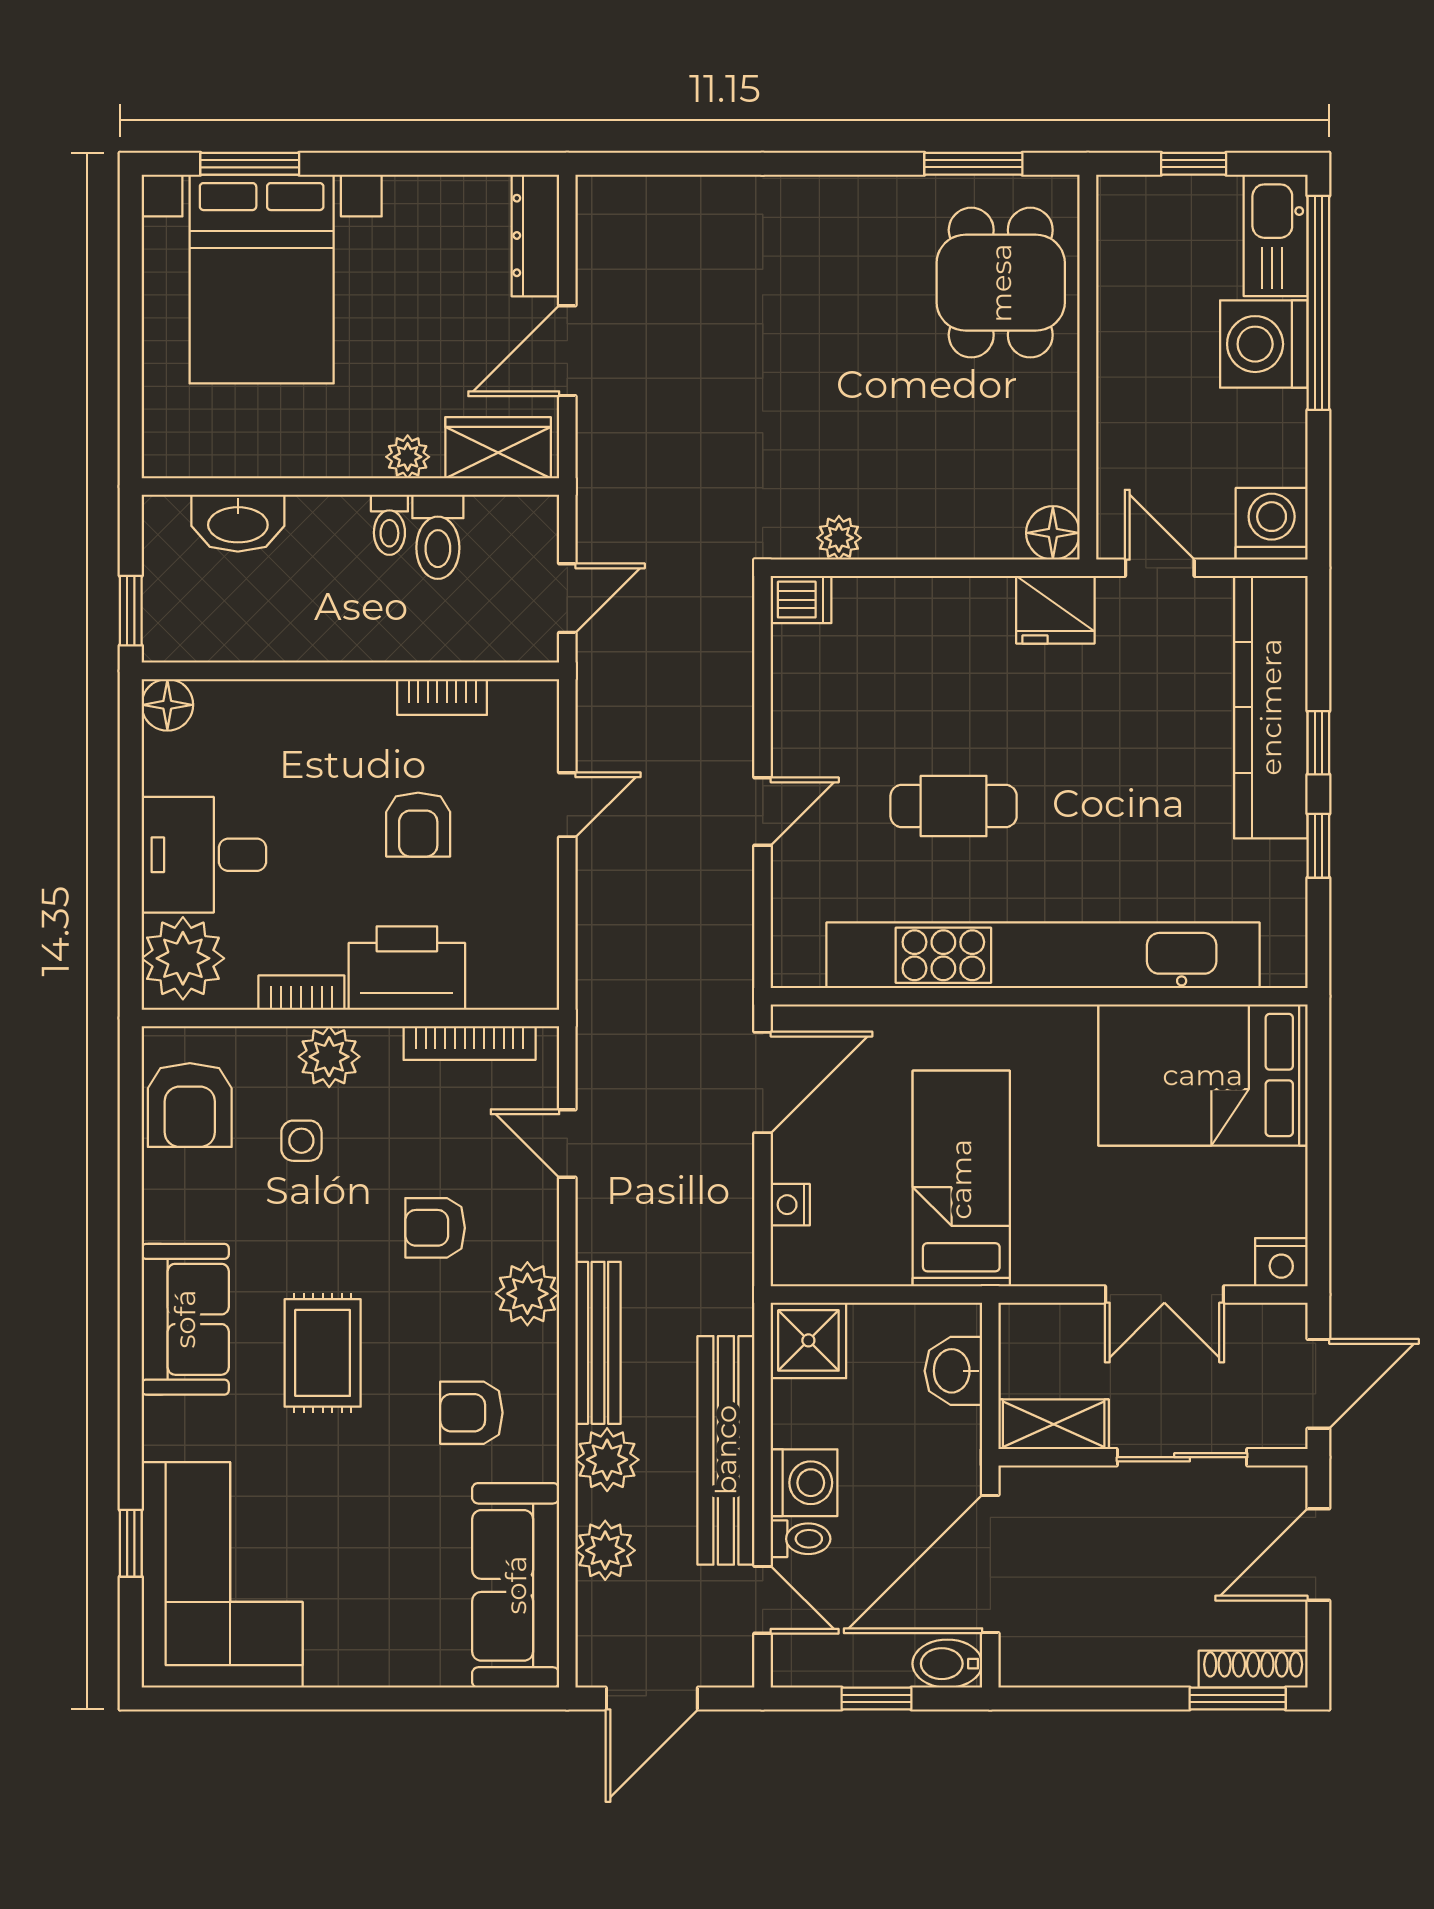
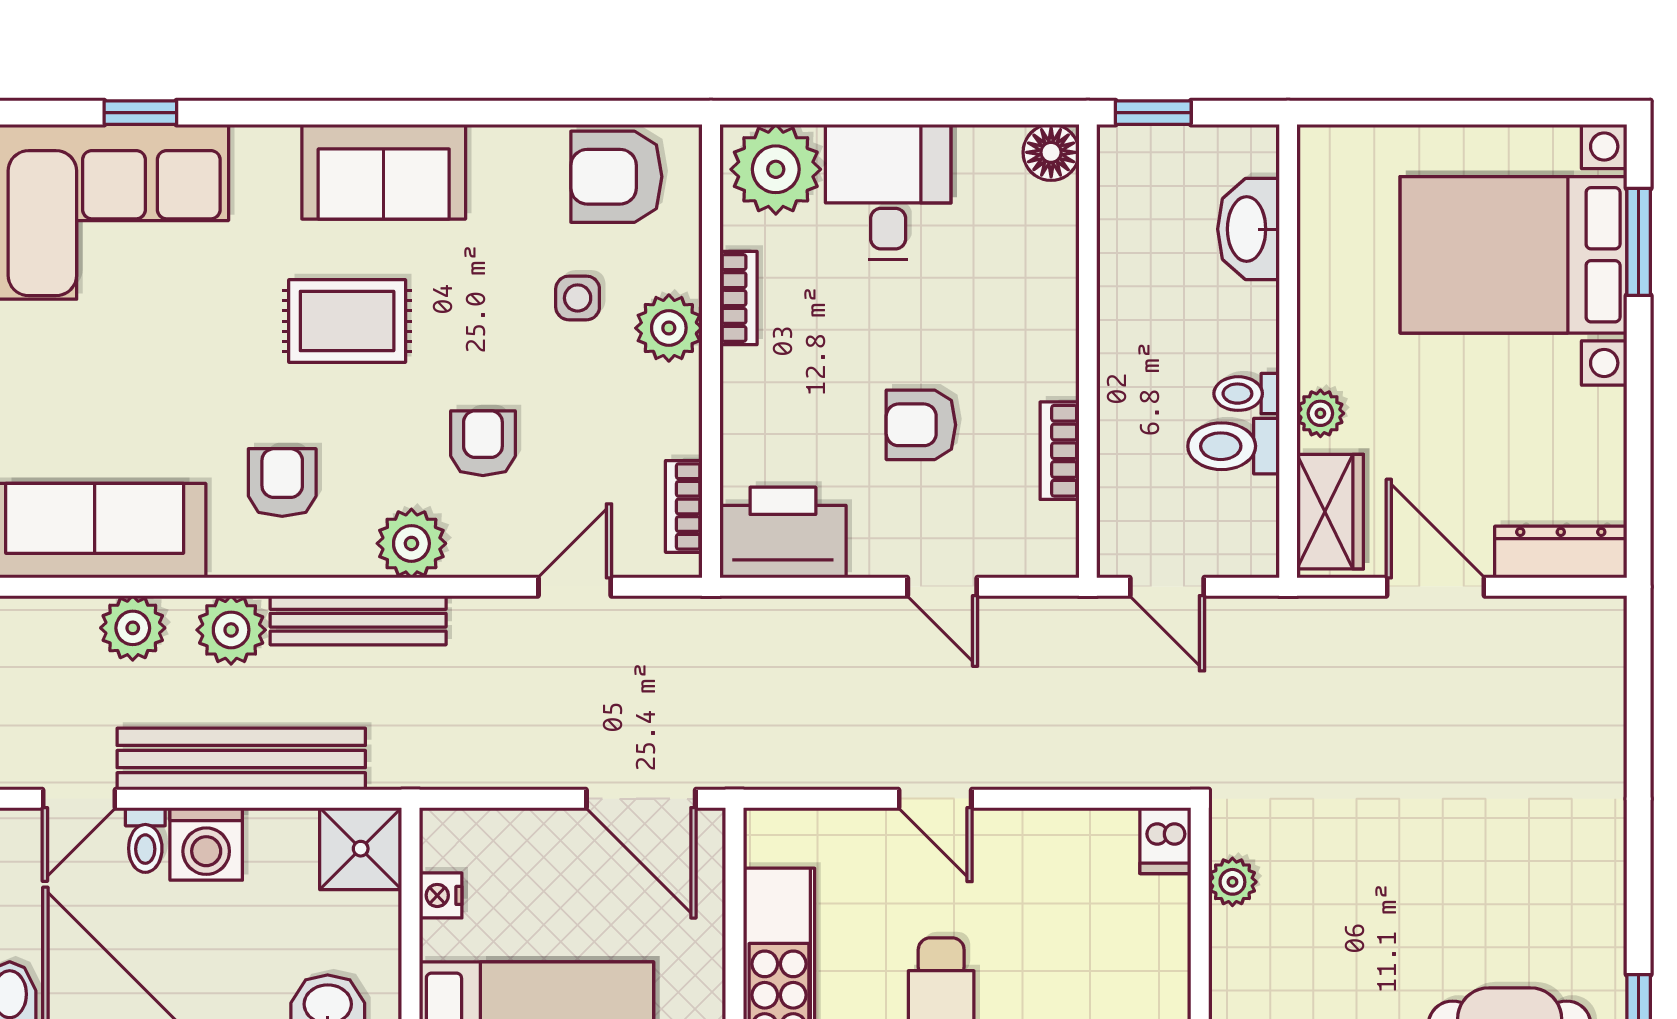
printer: (407, 968) -> (783, 533), moved, turned -90
bookcase: (470, 1043) -> (684, 506), width x0.64
nightstand: (790, 1205) -> (441, 895), moved, turned -90

